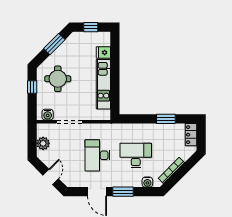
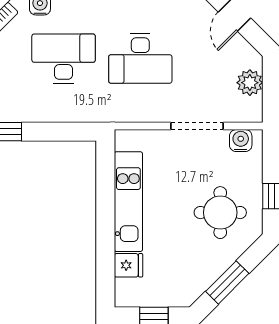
desk: (98, 155) -> (140, 59), turned 90
desk: (136, 155) -> (64, 59), turned 180

